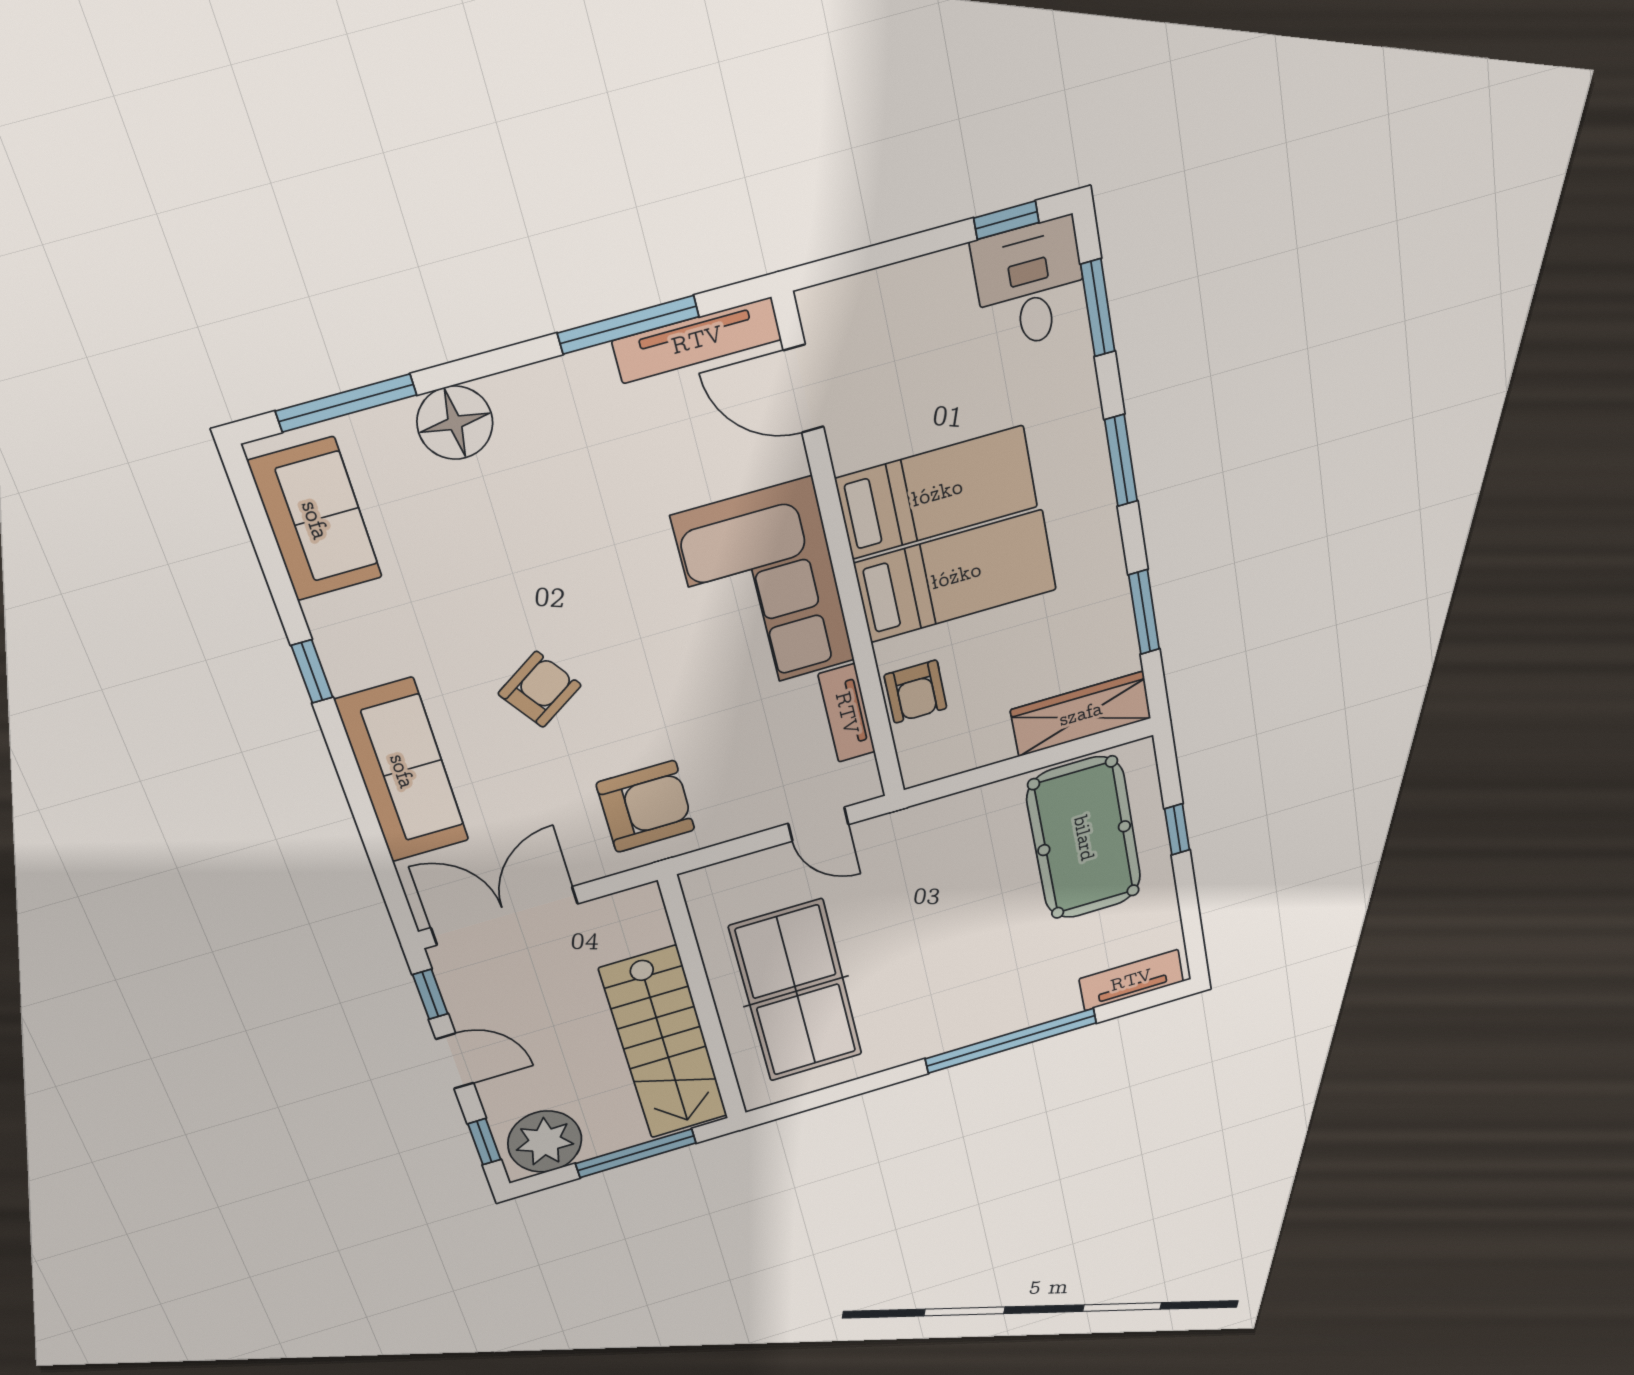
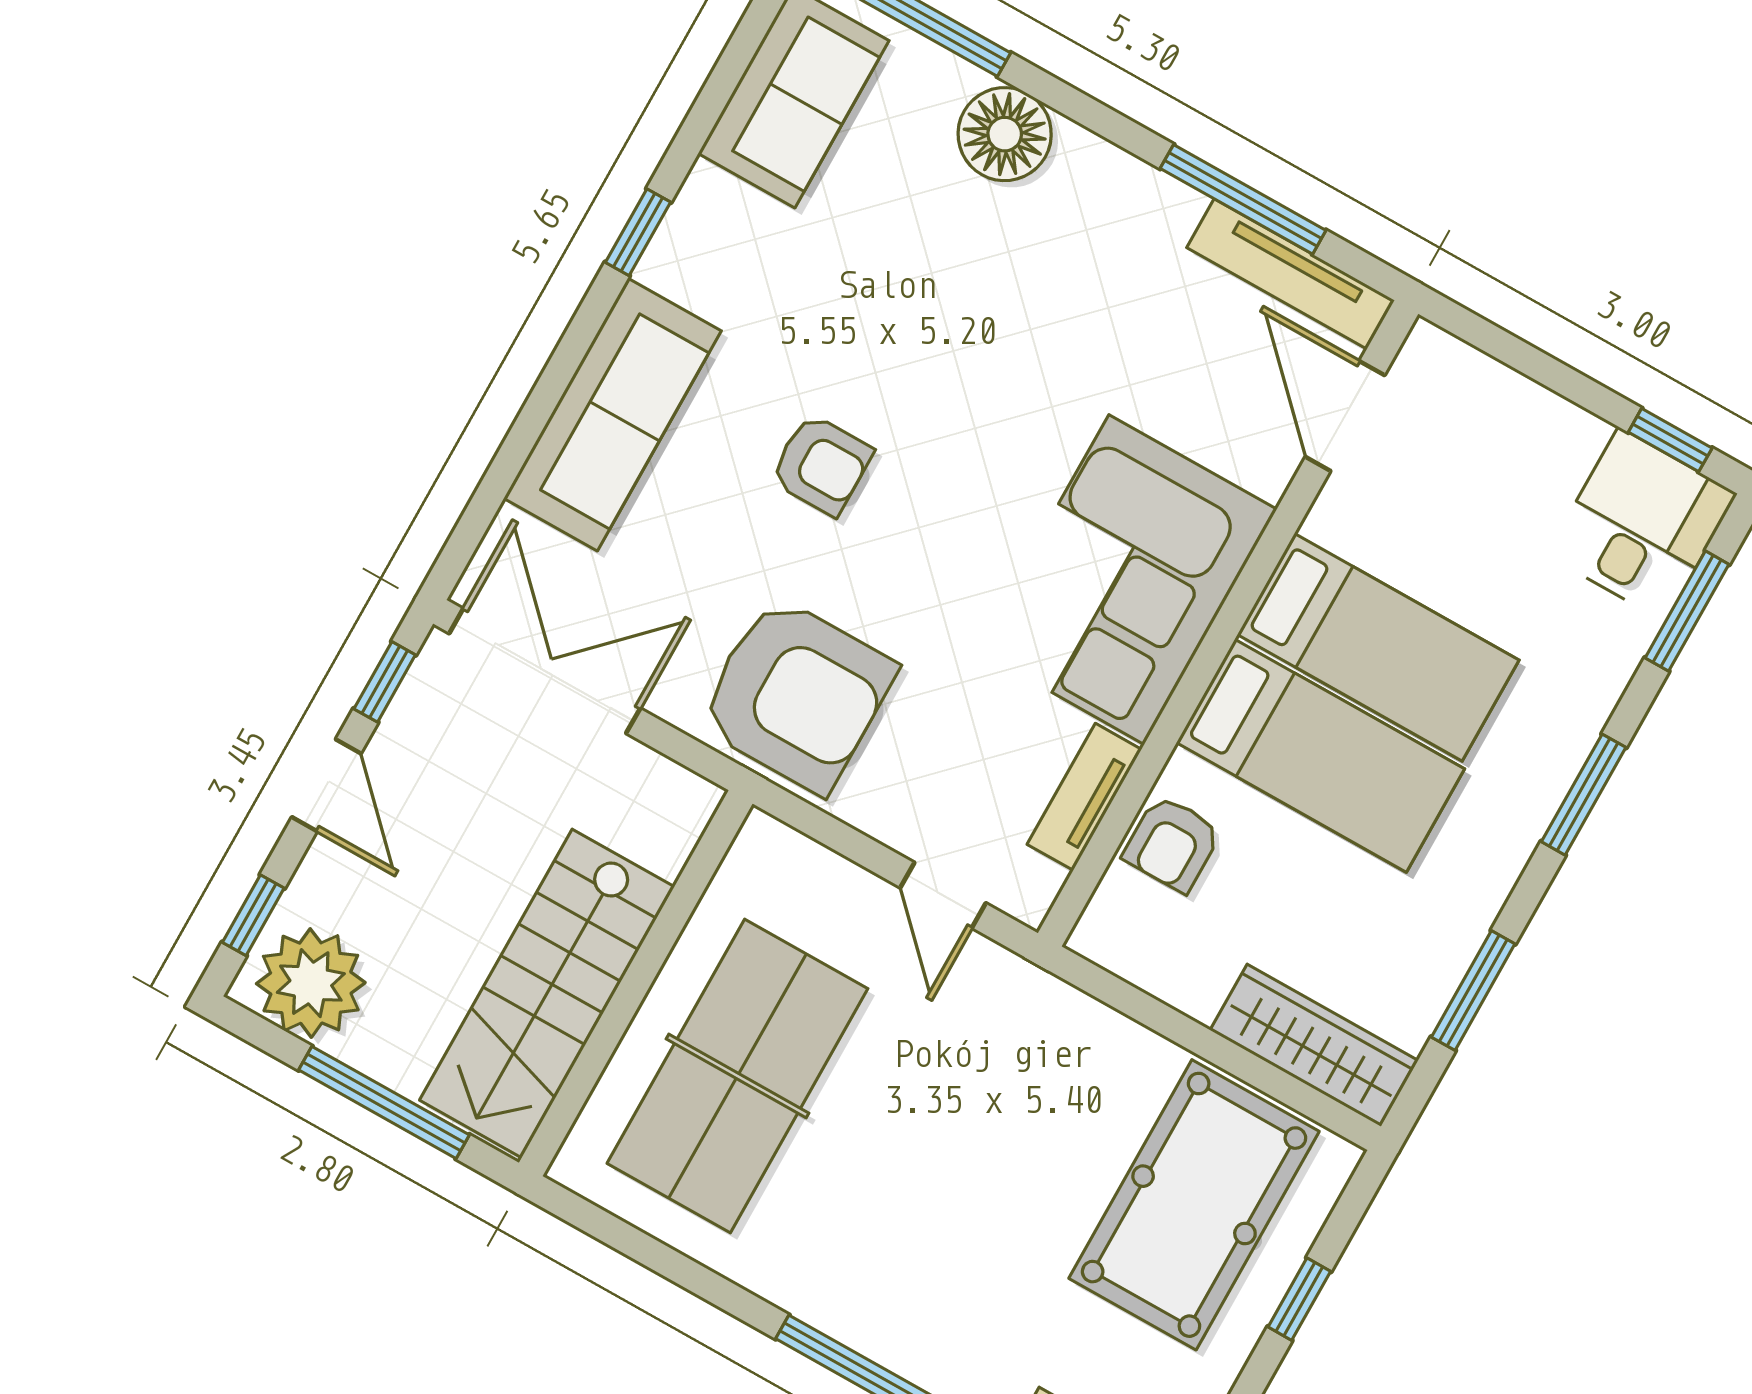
armchair: (540, 689) -> (821, 465), turned 34
armchair: (646, 807) -> (797, 695), width x1.36, depth x1.36

